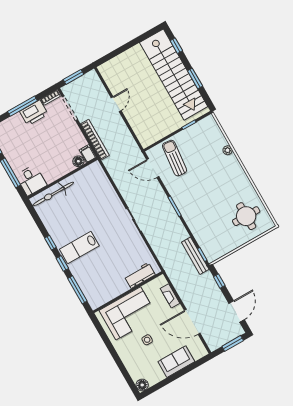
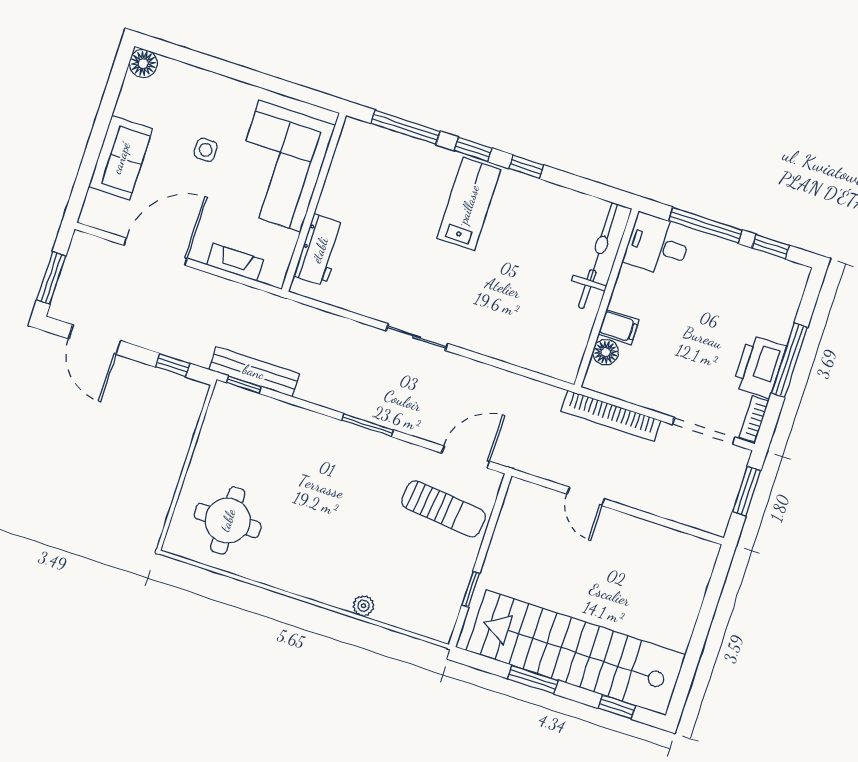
door: (116, 104) -> (586, 496), moved
filing cabinet: (88, 154) -> (619, 327), moved

